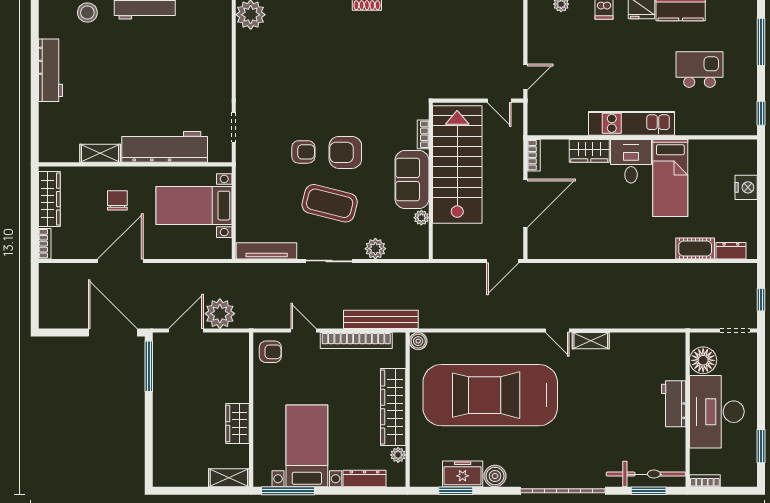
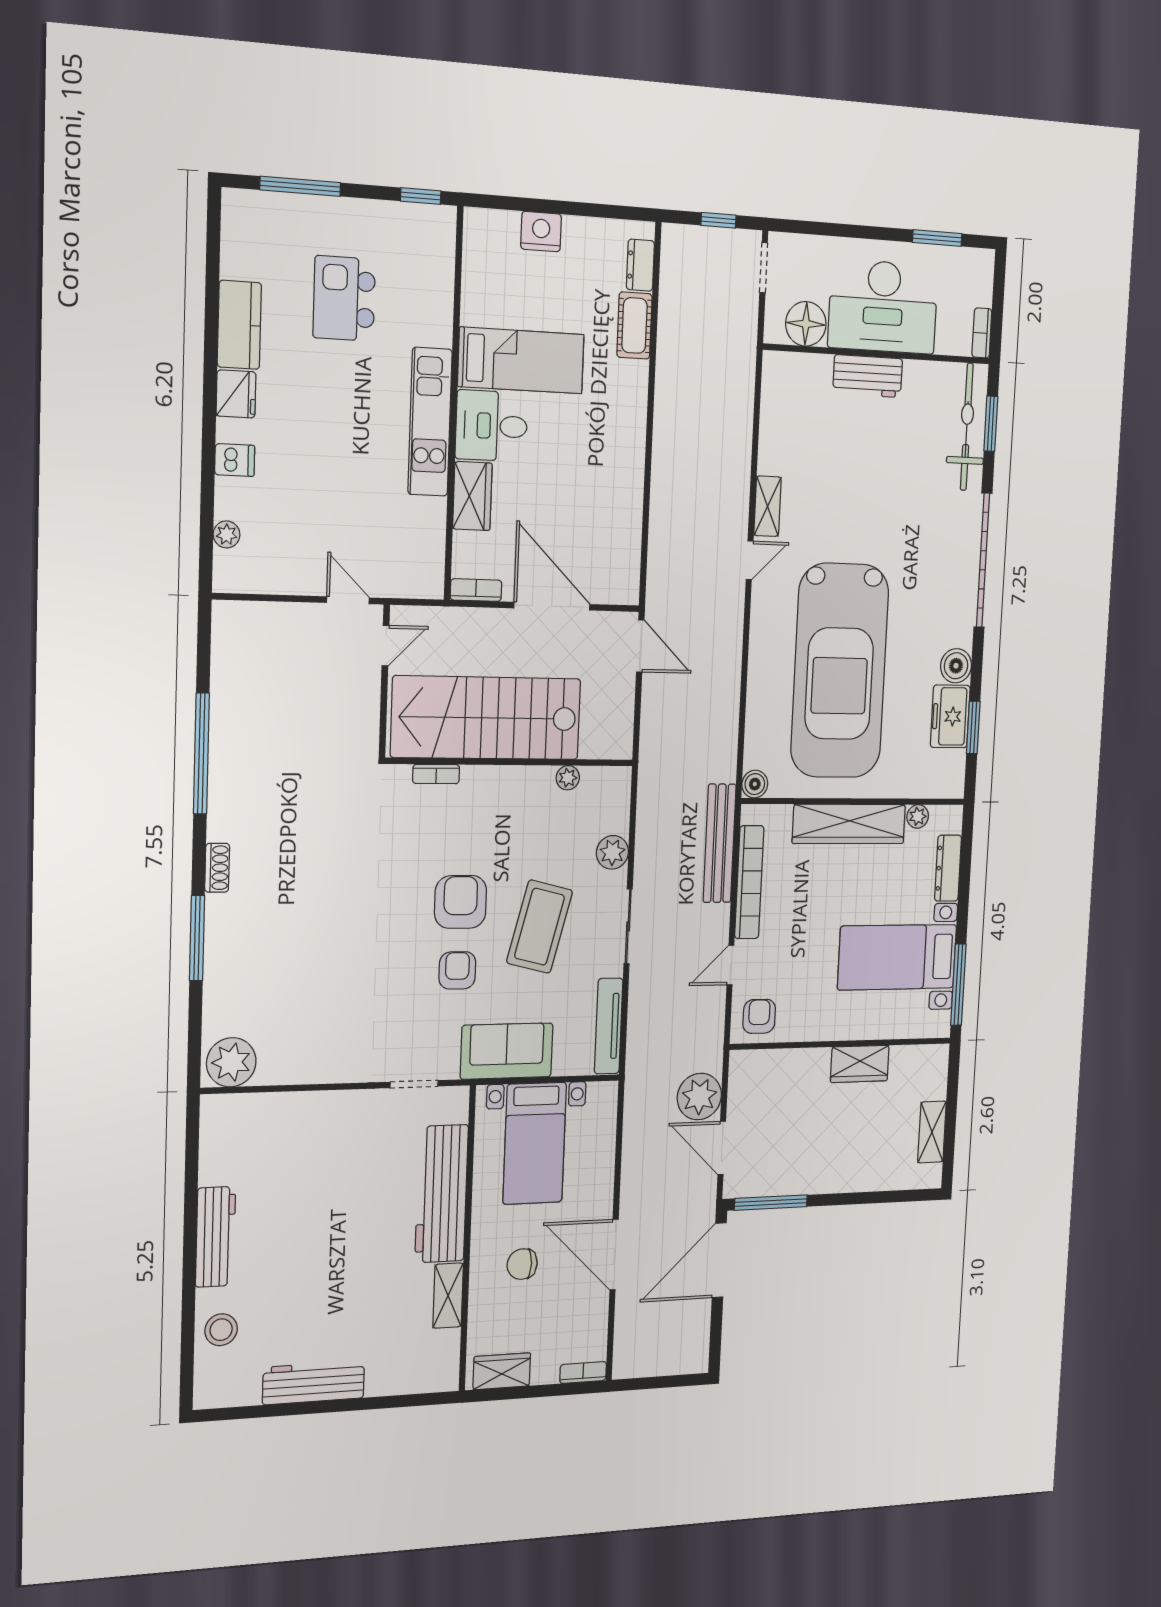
armchair: (345, 152) -> (461, 902), turned 180
sofa: (412, 180) -> (507, 1051), moved, turned 180
wardrobe: (49, 199) -> (502, 1371), width x0.67
shelving: (229, 478) -> (932, 1132), moved

